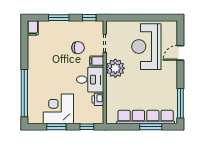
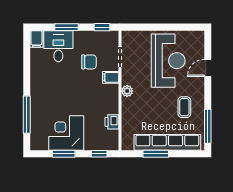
reception desk: (146, 47) -> (168, 61), turned 180
plant: (115, 68) -> (127, 91), width x0.53, depth x0.53
desk: (90, 80) -> (58, 46), moved, turned -90
coffee table: (160, 87) -> (184, 107), added
window: (24, 93) -> (27, 115), width x0.68
window: (151, 127) -> (156, 154), moved

